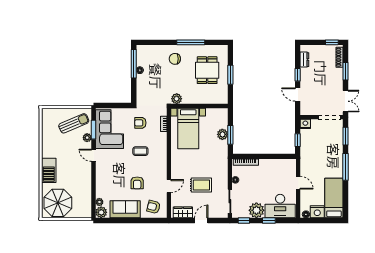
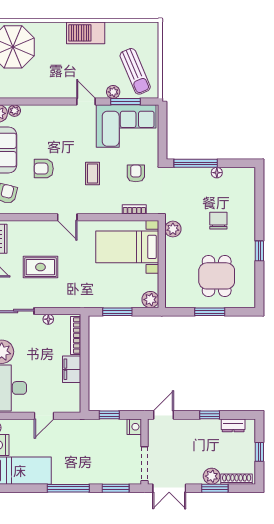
window: (191, 42) -> (259, 251), width x0.46
window: (332, 42) -> (259, 452), moved
chair: (175, 59) -> (218, 221), moved
window: (134, 64) -> (196, 163), moved
dining table: (207, 70) -> (217, 276), turned 90
plant: (338, 74) -> (212, 476), added
door: (298, 95) -> (163, 415), moved
plant: (222, 134) -> (150, 300), moved
door: (94, 155) -> (86, 102), hinge flipped
filing cabinet: (268, 165) -> (72, 369), added
barbecue: (49, 170) -> (86, 33), moved
rug: (201, 185) -> (40, 267), turned 90
door: (169, 186) -> (67, 217), moved

